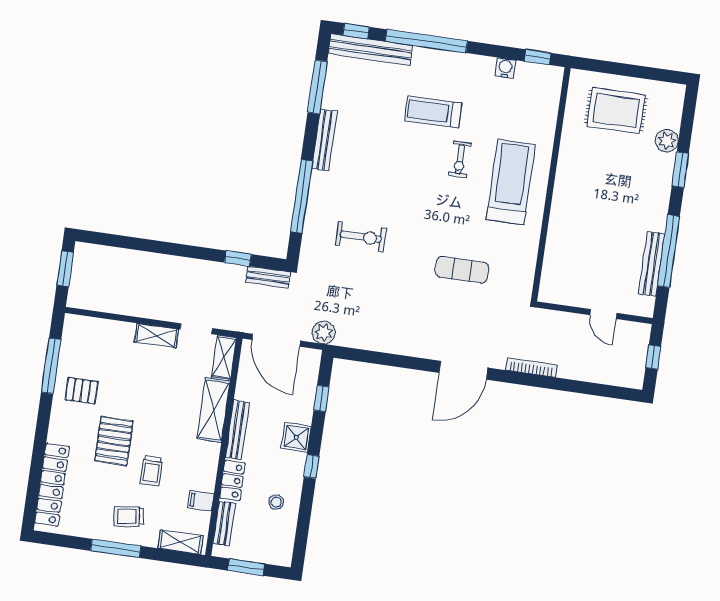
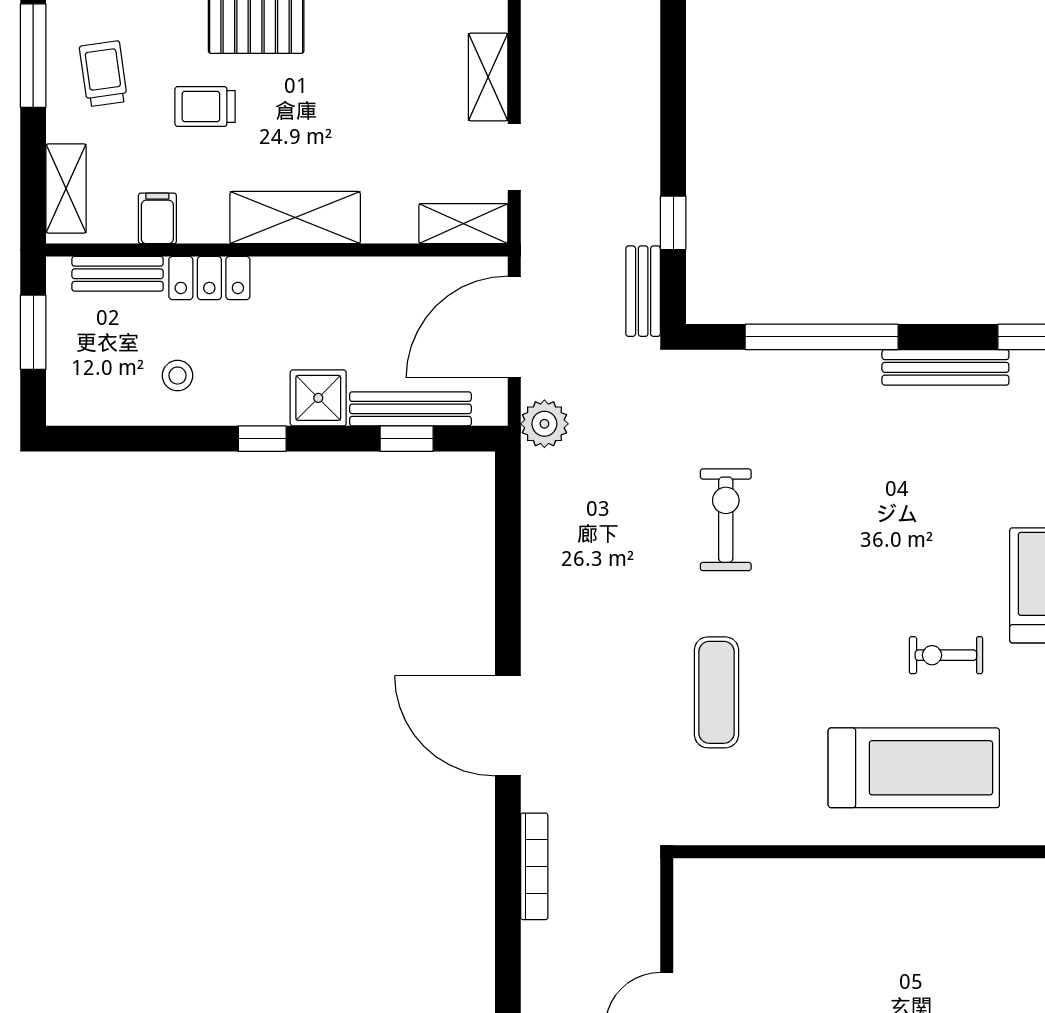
exercise bike: (361, 237) -> (726, 520), moved, turned 180
shelving: (213, 410) -> (295, 218), moved
bench: (237, 430) -> (410, 409), moved

